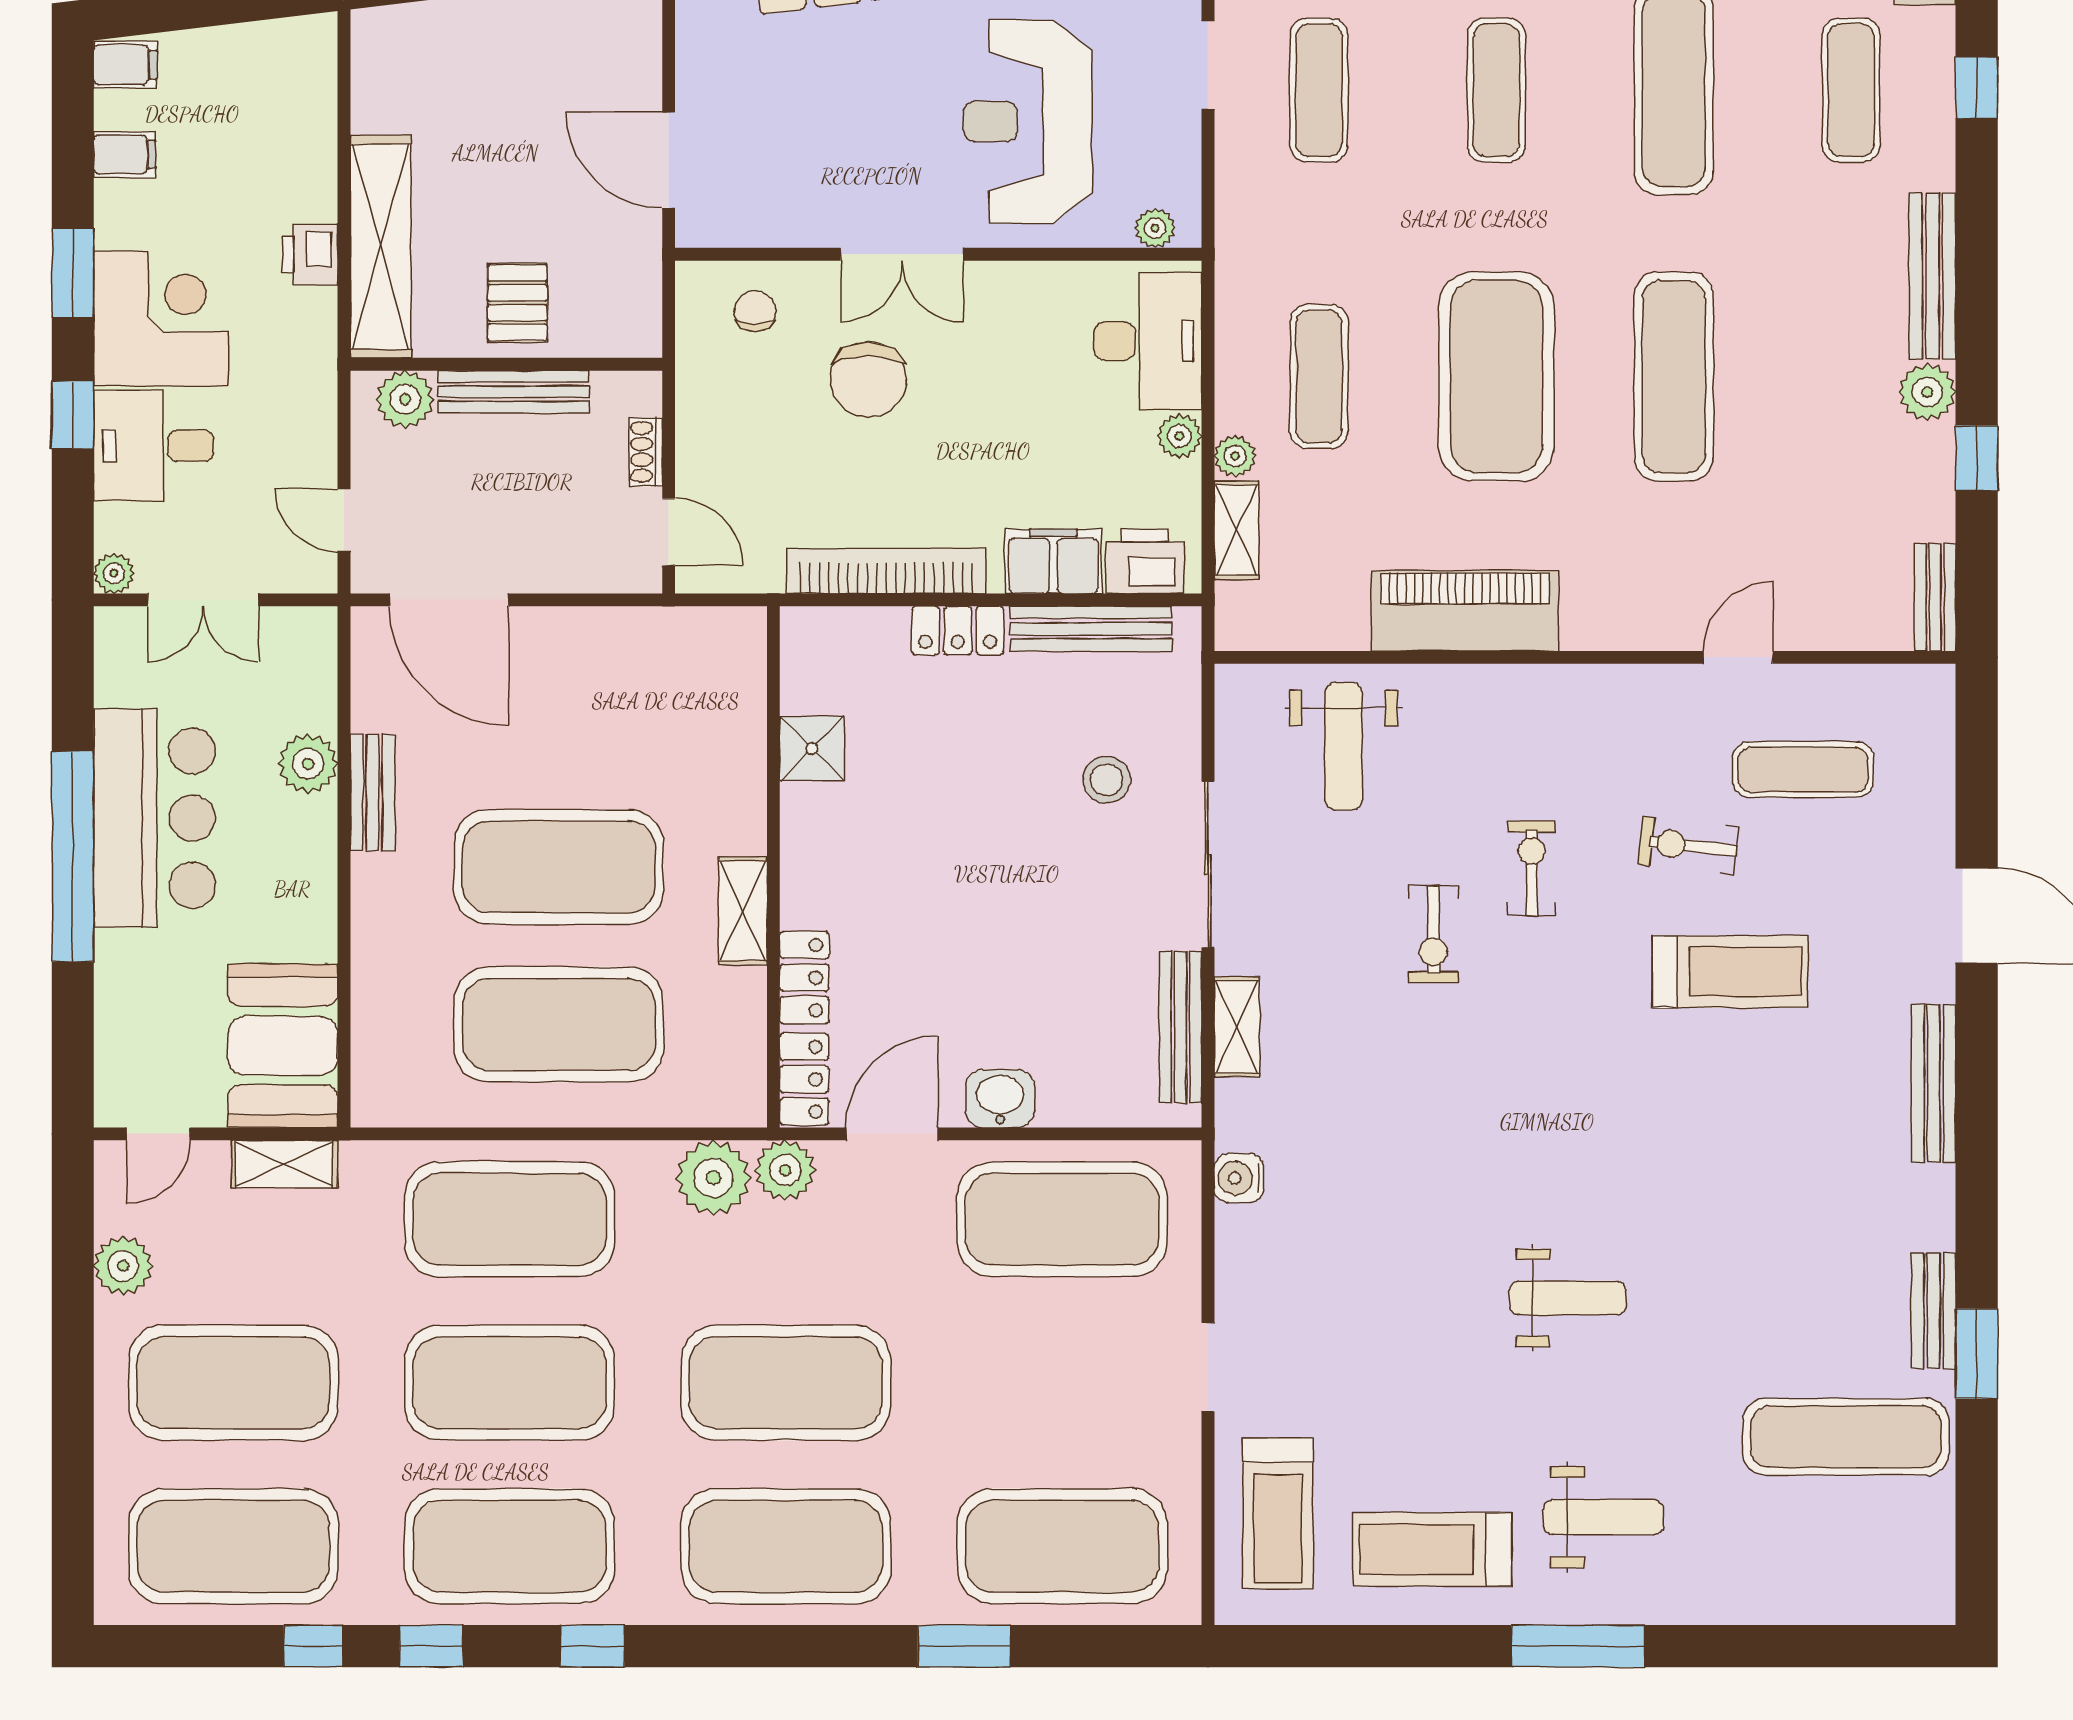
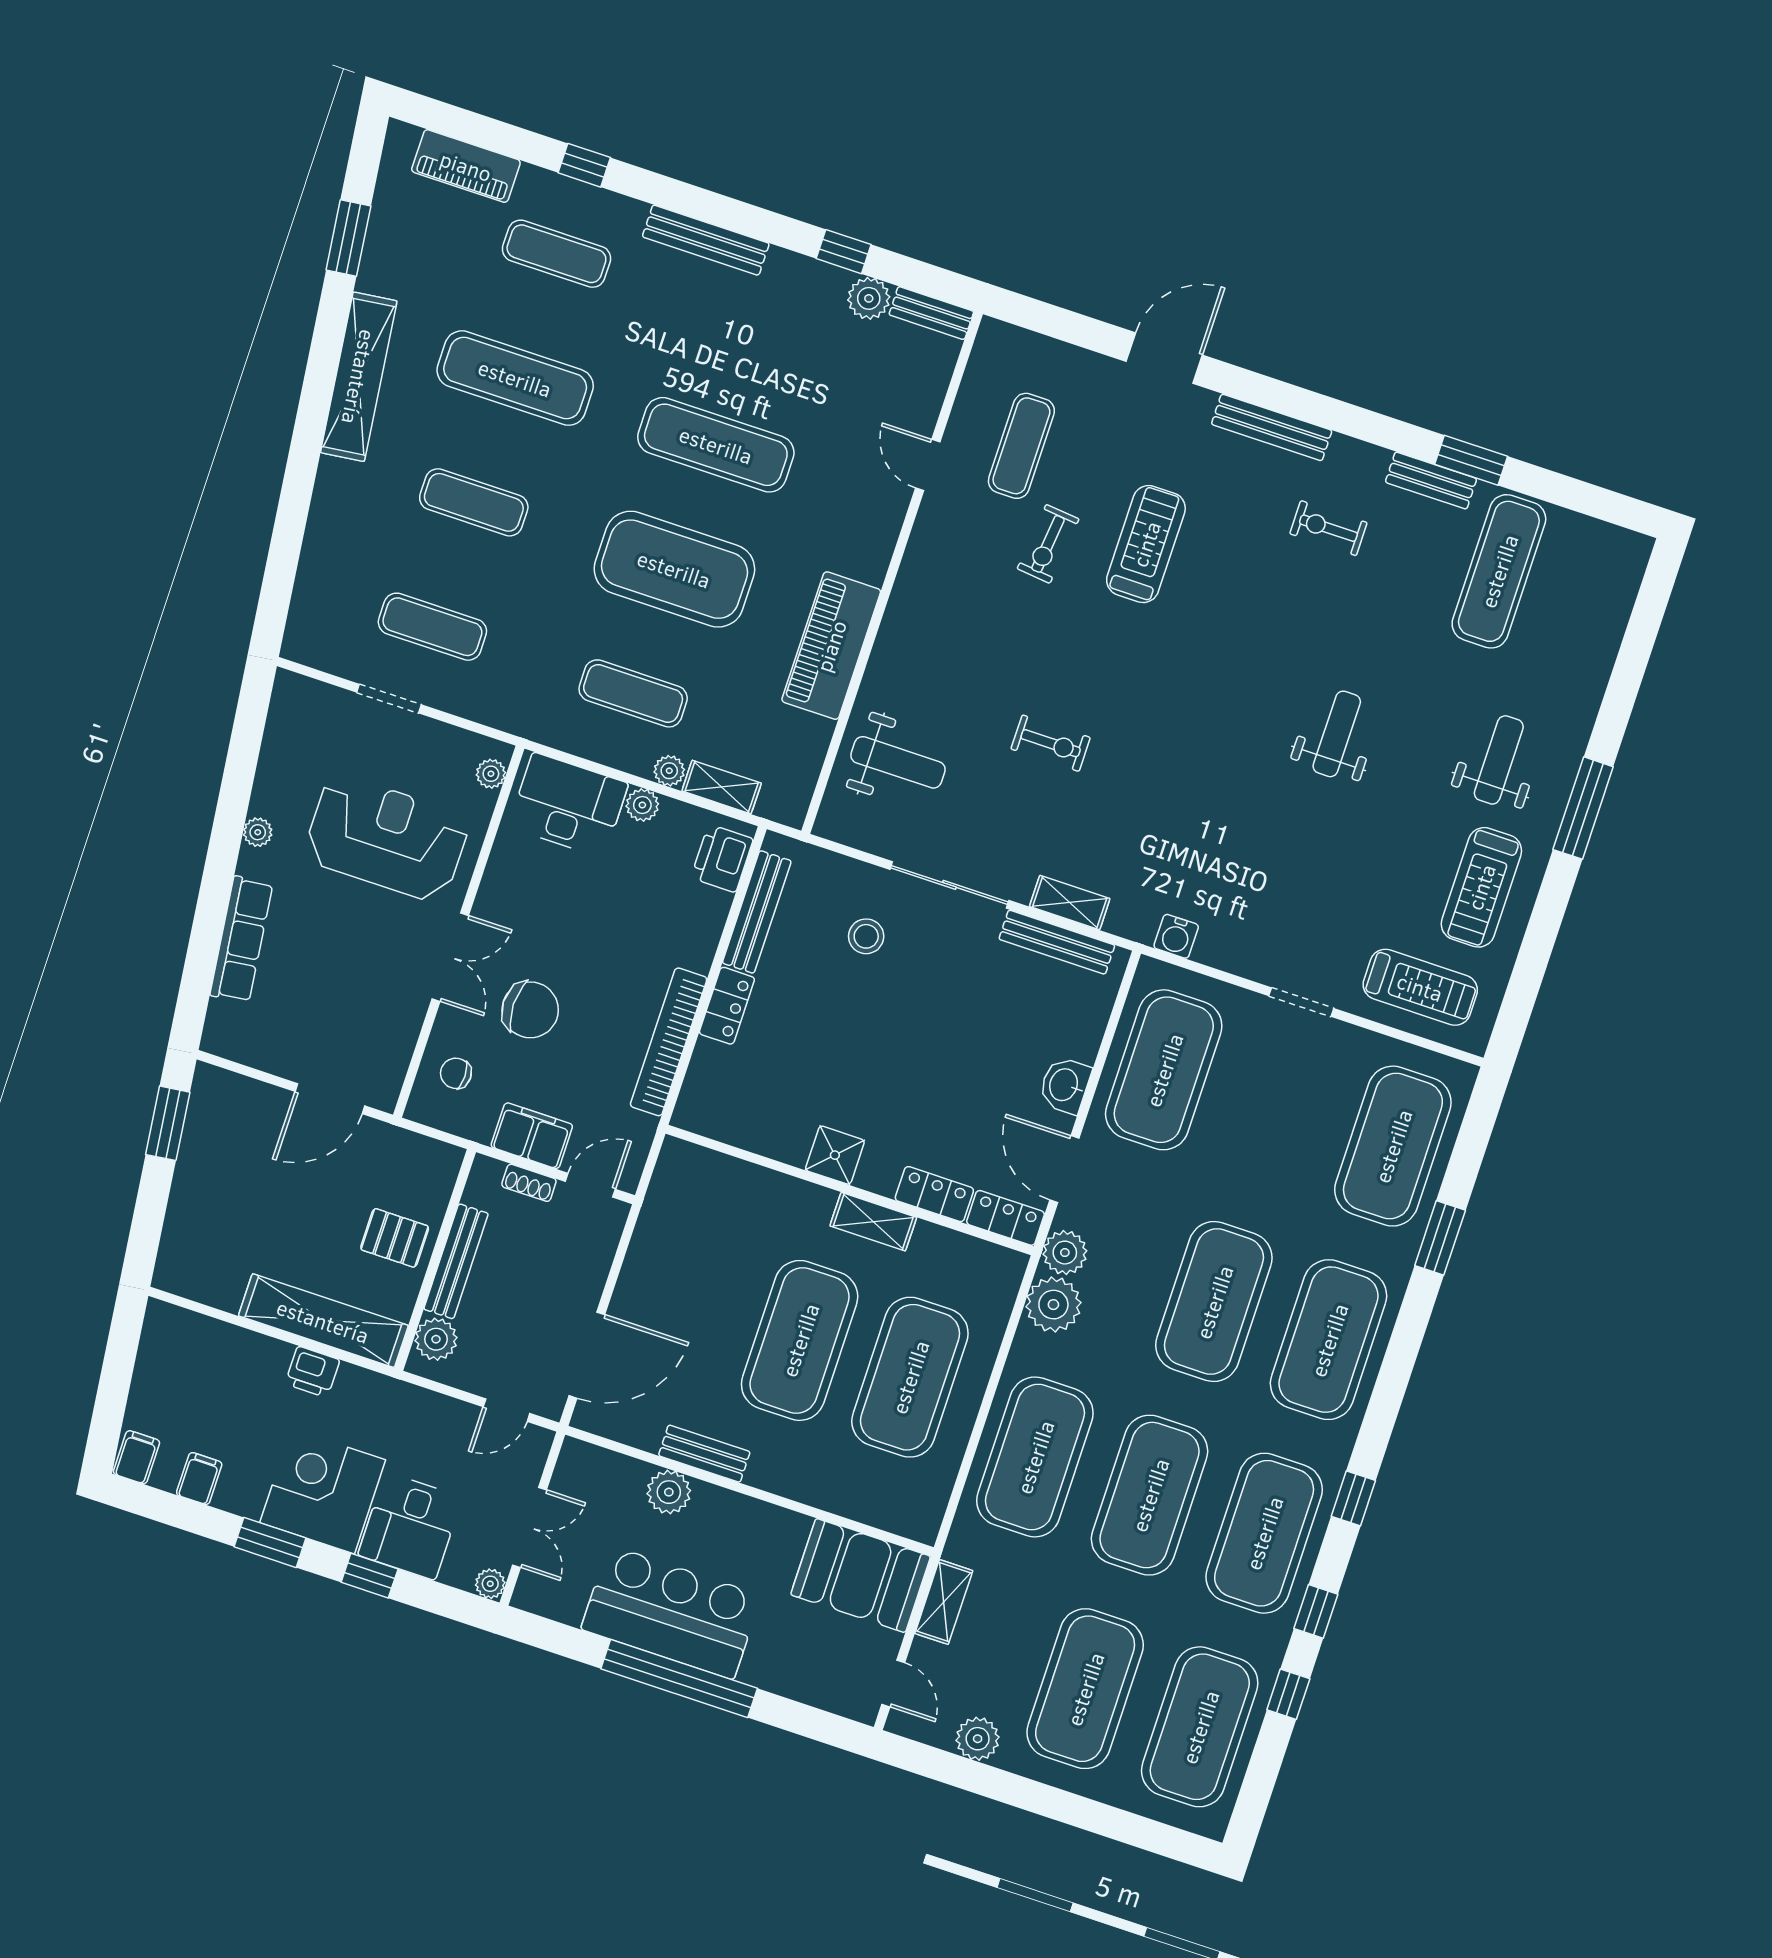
reception desk: (1028, 122) -> (387, 838), turned 180
plant: (1927, 392) -> (869, 298), moved
filing cabinet: (1053, 561) -> (532, 1136), moved, turned 90
shower: (812, 748) -> (835, 1155), moved
exercise bike: (1532, 868) -> (1328, 528), moved

